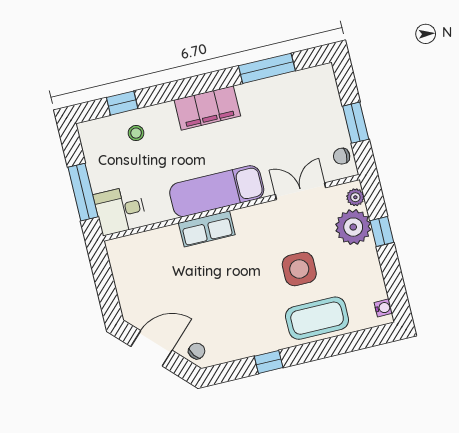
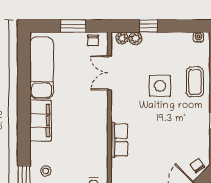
window: (267, 68) -> (24, 76), removed
exam couch: (217, 191) -> (42, 68), moved, turned 180
plant: (353, 227) -> (135, 38), width x0.53, depth x0.53
coffee table: (317, 318) -> (195, 82), width x0.73, depth x0.76

